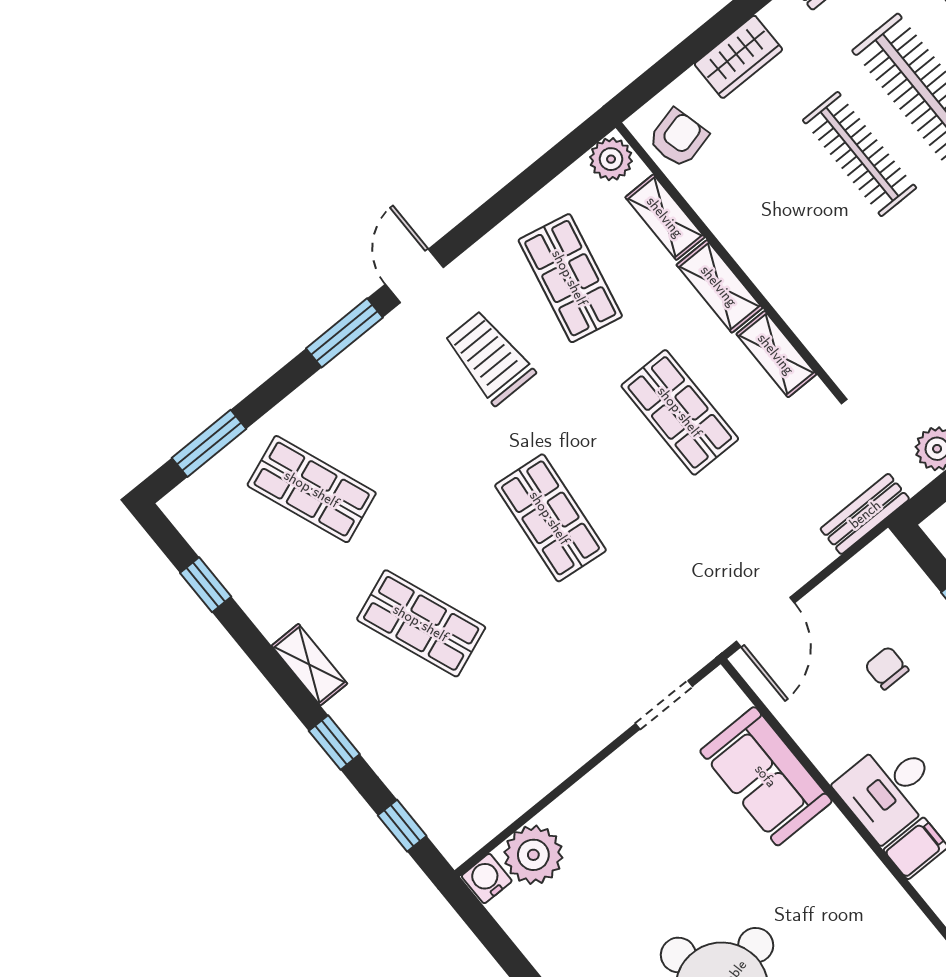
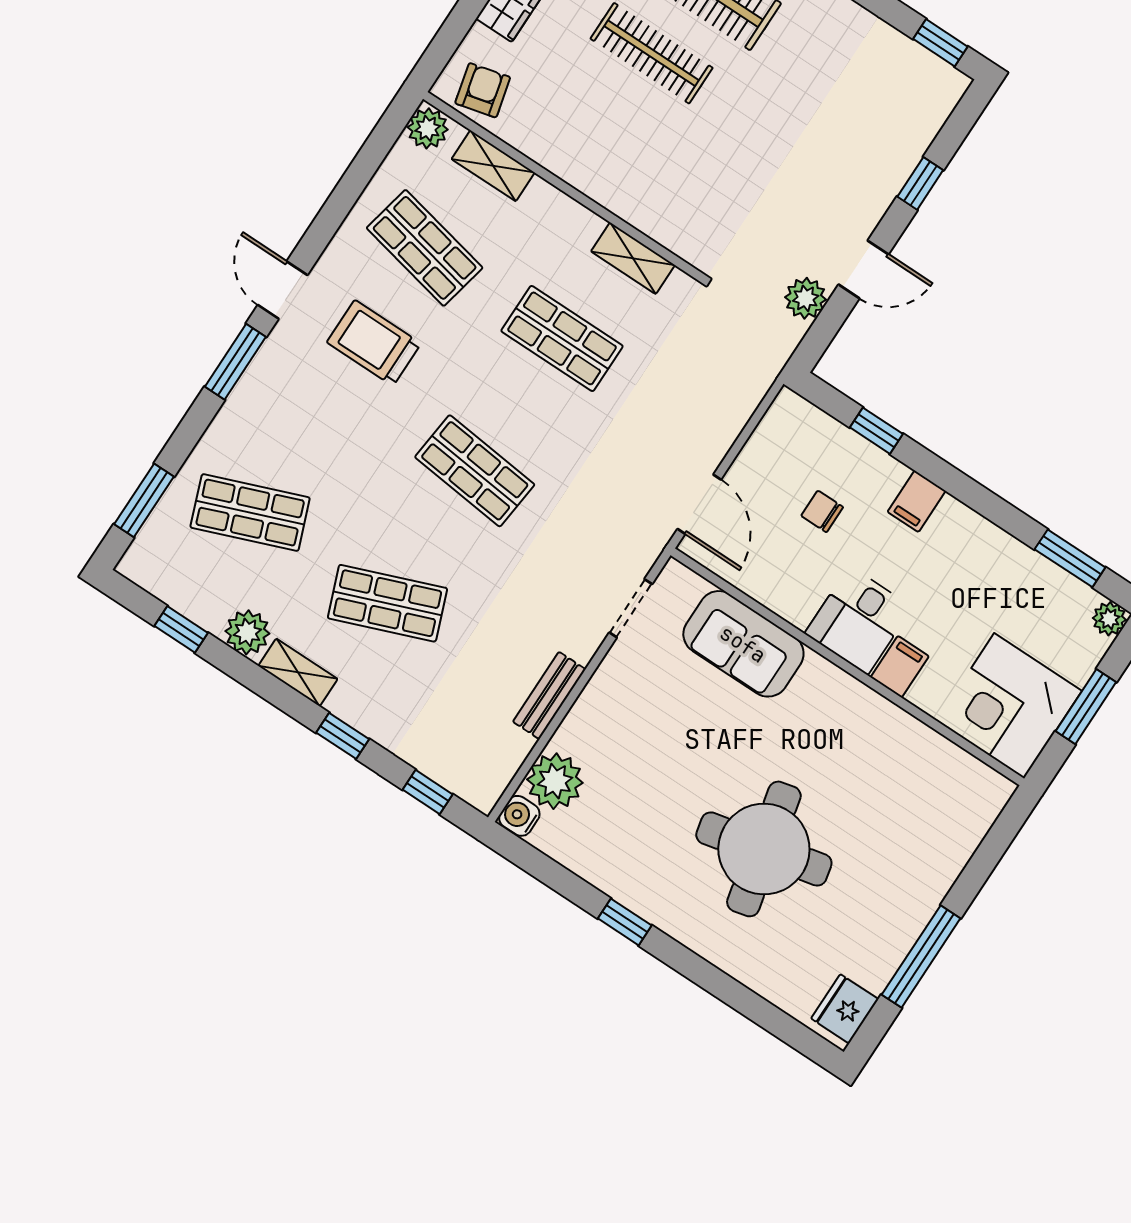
shelving: (719, 286) -> (562, 213), removed
bench: (865, 514) -> (549, 695), moved
plant: (271, 609) -> (247, 632), added

